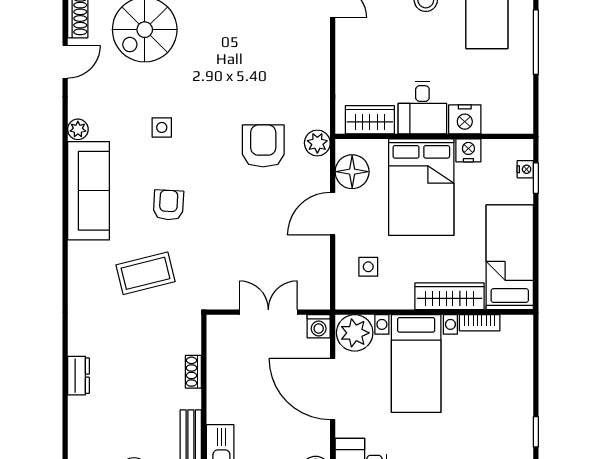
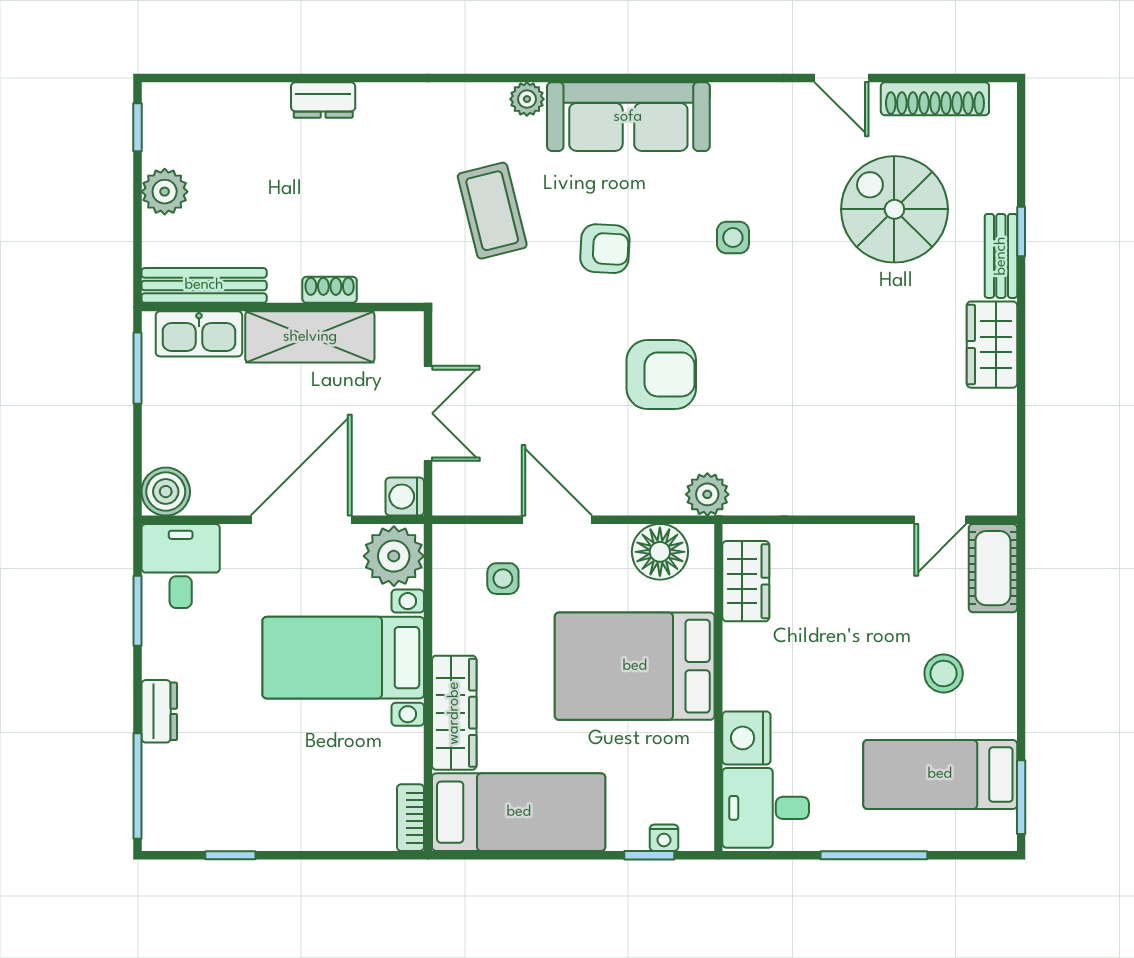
desk: (422, 108) -> (766, 808), moved
plant: (78, 129) -> (527, 99), moved
armchair: (263, 146) -> (661, 374), moved
nightstand: (468, 150) -> (695, 744), removed
door: (333, 214) -> (557, 520), moved
bookcase: (480, 323) -> (410, 818), moved
shelving: (222, 384) -> (310, 337), added

